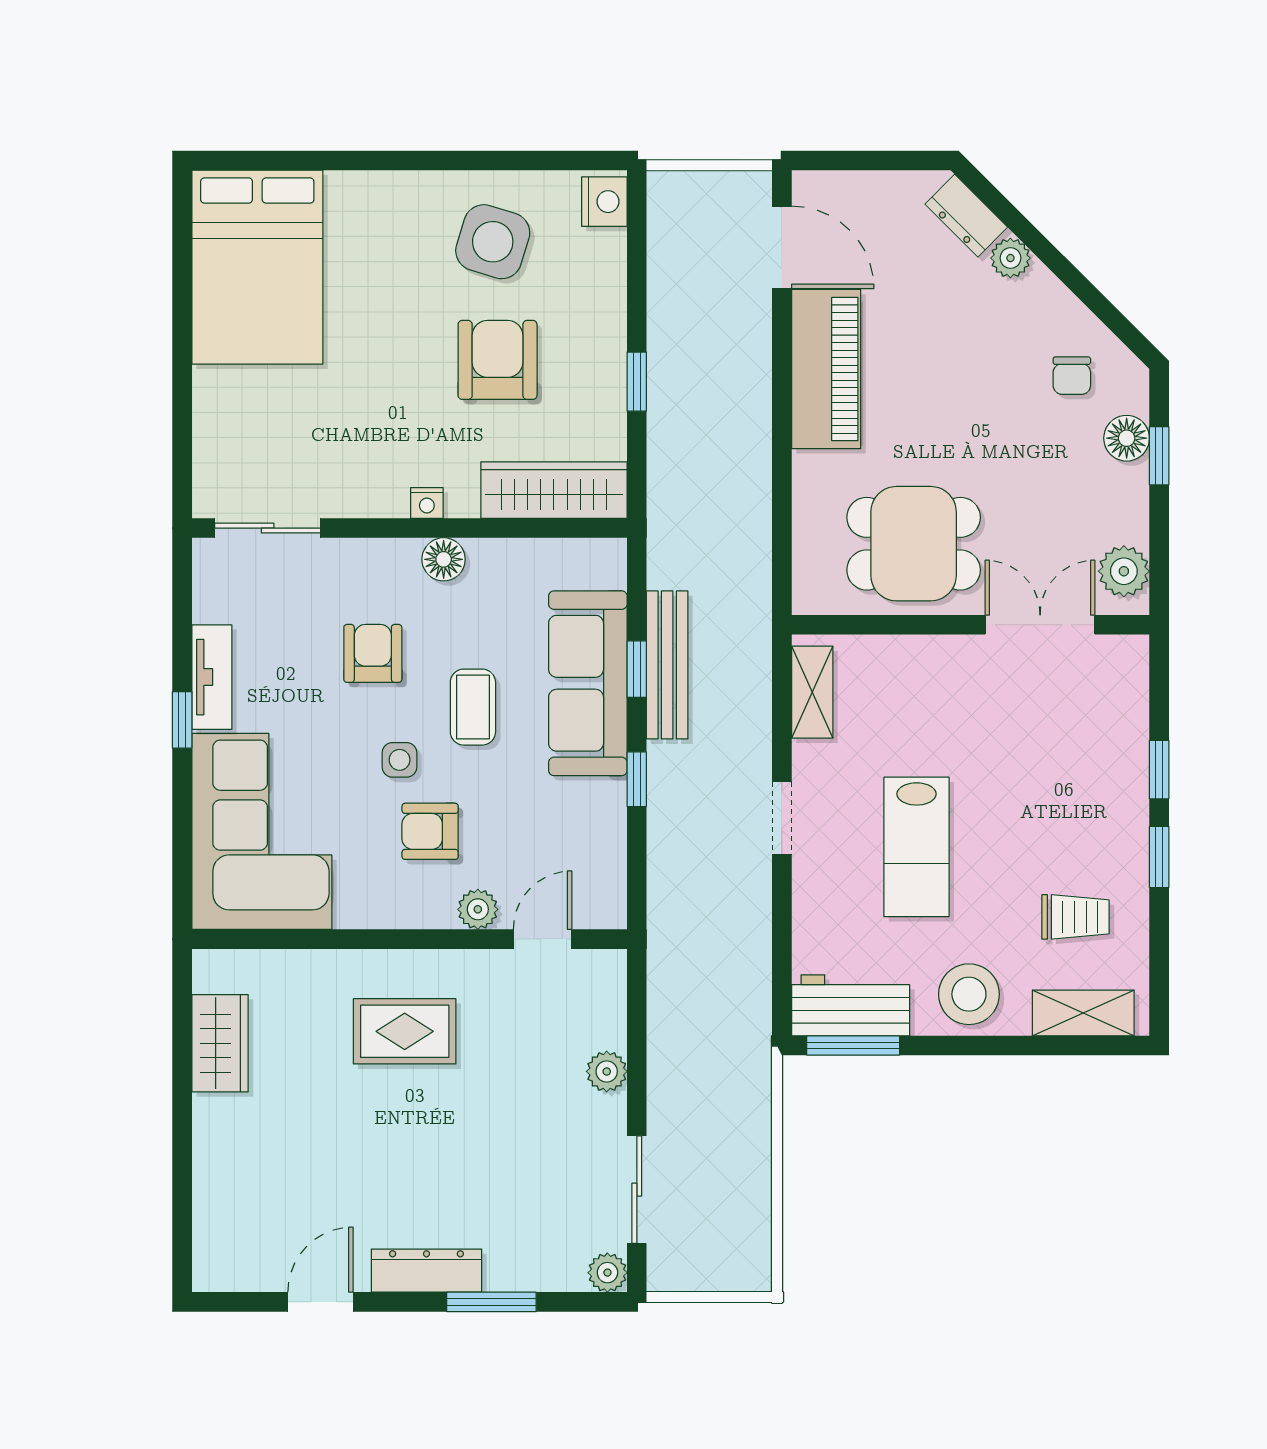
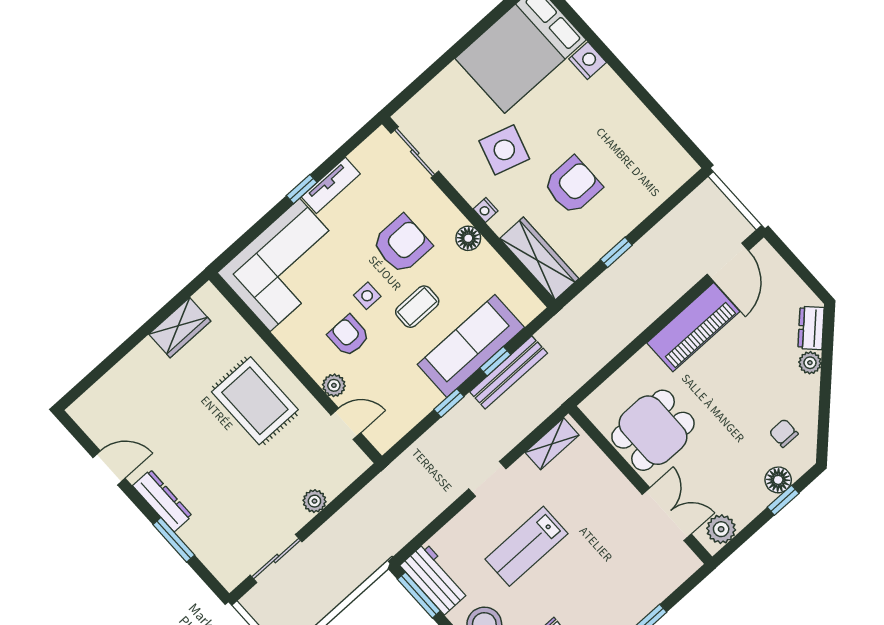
nightstand: (604, 202) -> (588, 61), moved, turned -90
side table: (493, 242) -> (504, 150), moved
chair: (1072, 376) -> (784, 433), turned 90
dining table: (914, 544) -> (653, 430), turned 90
armchair: (373, 653) -> (402, 244), width x1.38, depth x1.38
rug: (405, 1031) -> (255, 401), width x1.36, depth x1.43
plant: (607, 1273) -> (230, 578), removed

